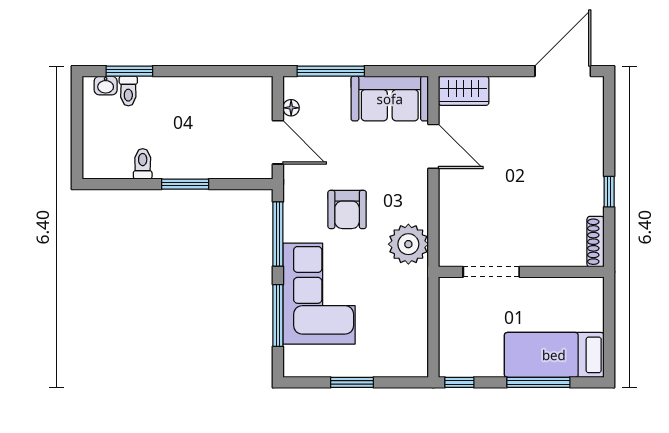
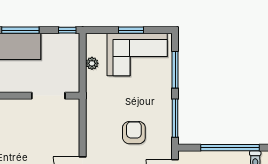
window: (185, 184) -> (230, 148), width x2.11
plant: (408, 244) -> (92, 63), moved, width x0.53, depth x0.53
corner sofa: (319, 294) -> (137, 54), moved, turned -90

